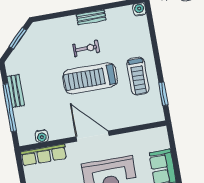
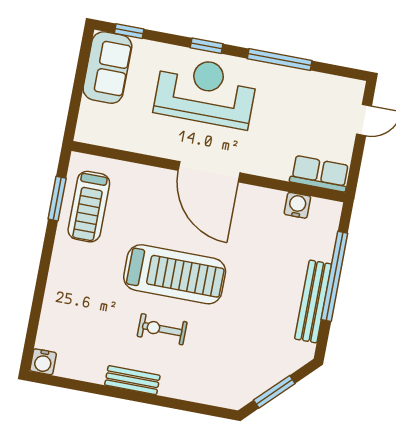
treadmill: (138, 76) -> (89, 207), moved, turned 180
bench: (16, 91) -> (313, 301), width x1.36
row of seats: (44, 155) -> (320, 174), width x0.68

